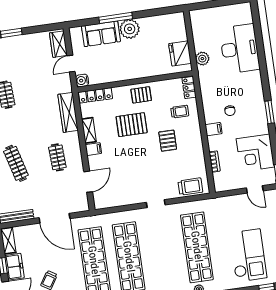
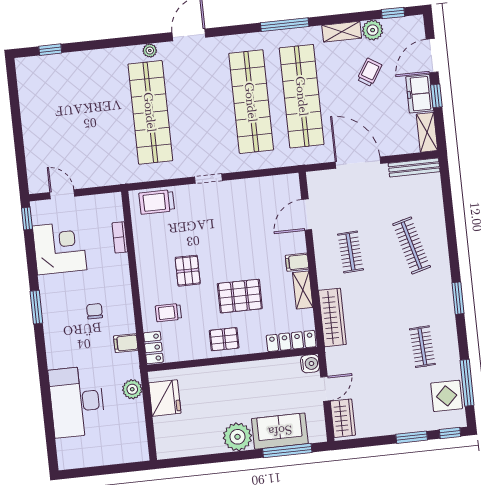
window: (116, 18) -> (287, 450), moved
filing cabinet: (214, 129) -> (126, 343), moved
checkout: (248, 255) -> (76, 98), removed

